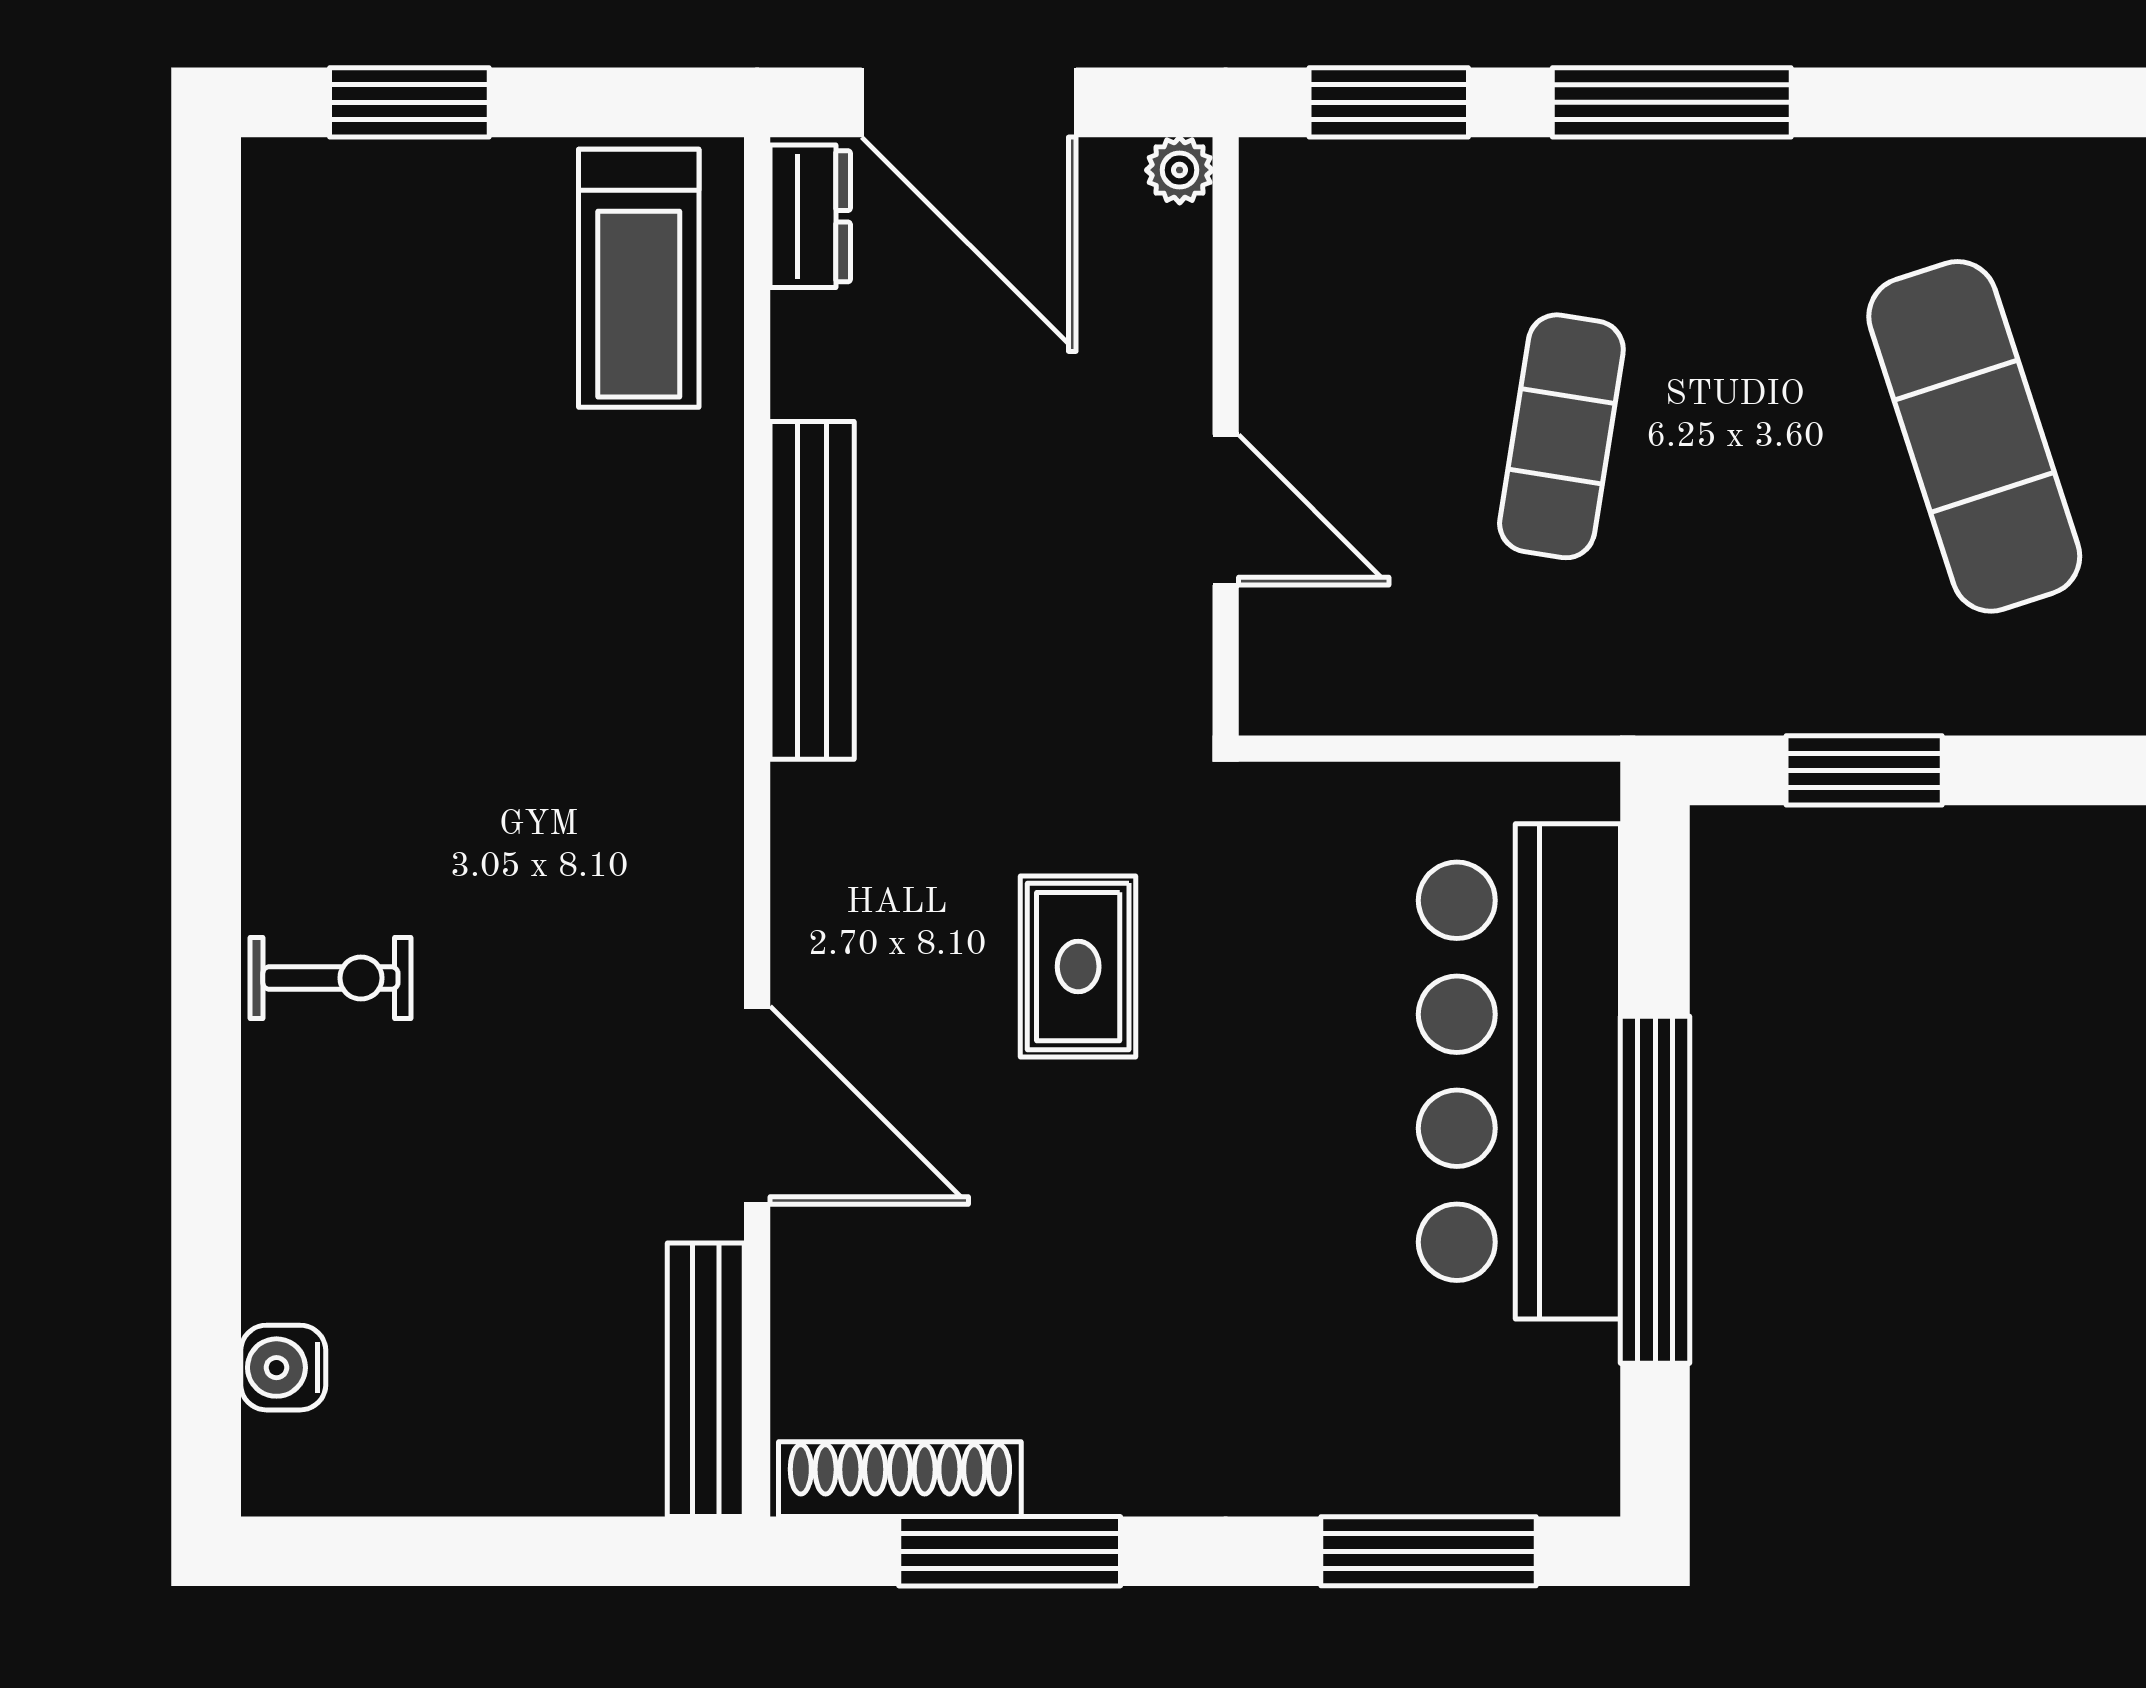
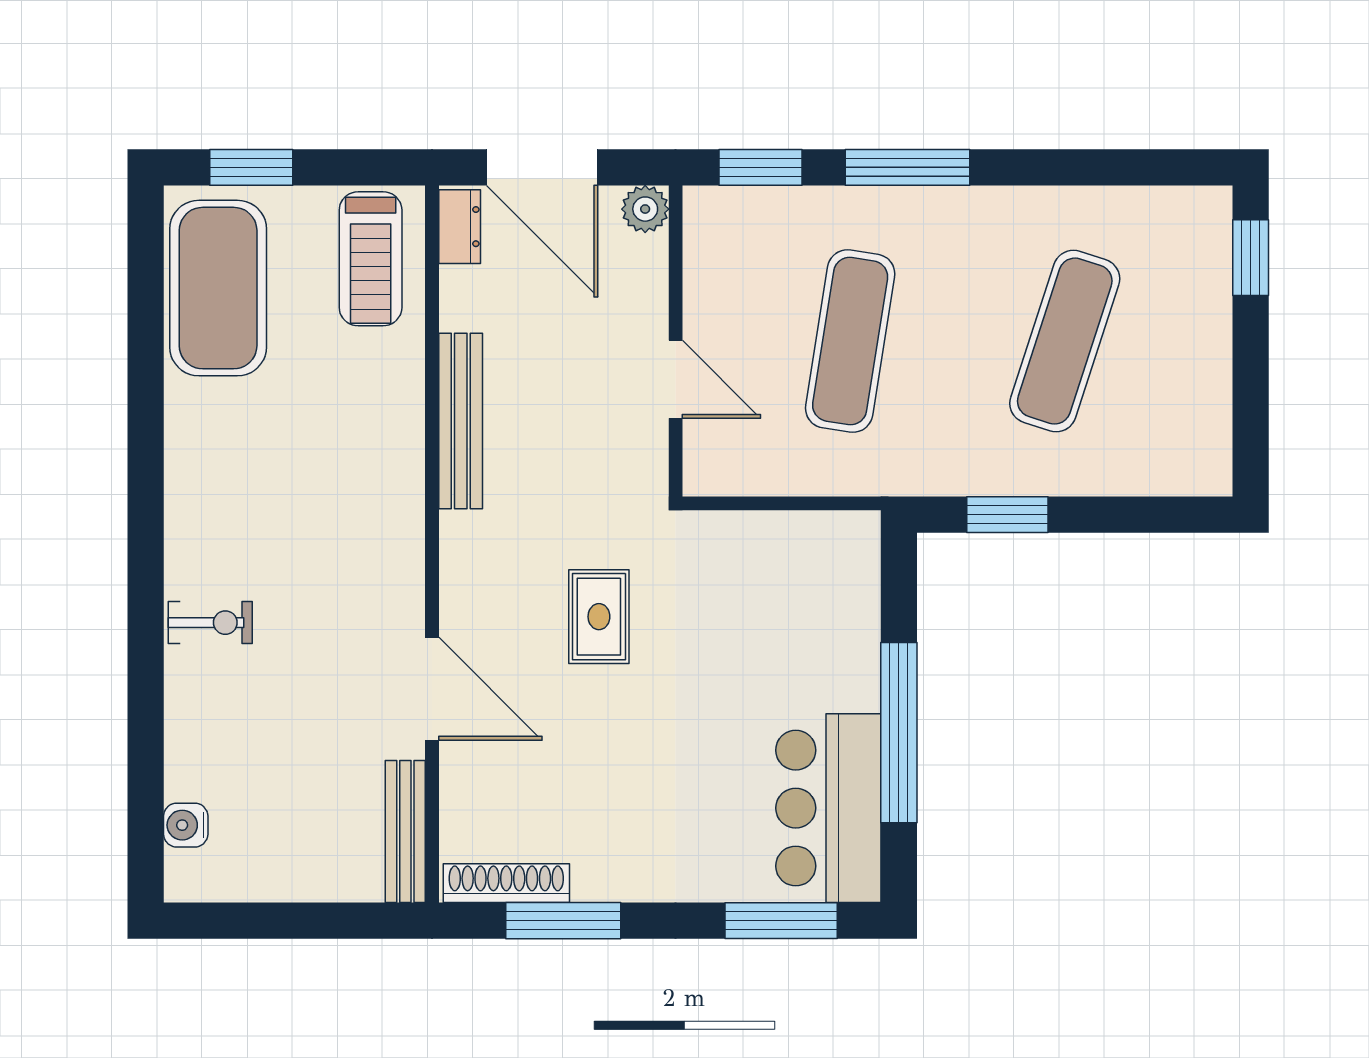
plant: (1180, 170) -> (645, 209), width x1.38, depth x1.38
exercise mat: (346, 334) -> (218, 288), added
exercise mat: (1561, 436) -> (850, 341), width x1.36, depth x1.45
exercise mat: (1974, 436) -> (1065, 341), turned 36
bar counter: (1519, 1071) -> (828, 808), moved, width x0.73

